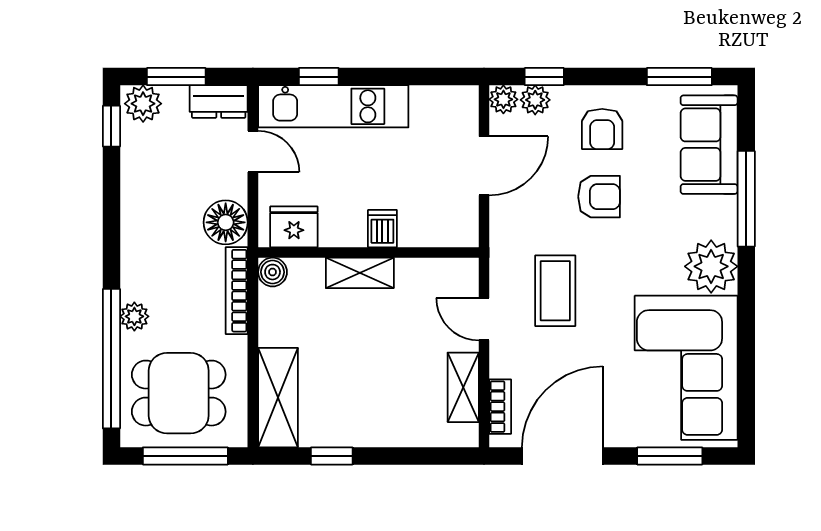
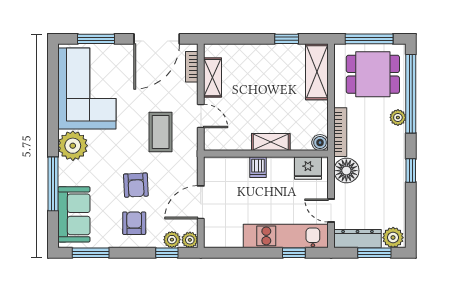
dresser: (219, 101) -> (358, 239), width x1.44
window: (111, 126) -> (411, 170), moved
armchair: (599, 197) -> (136, 185), turned -93

